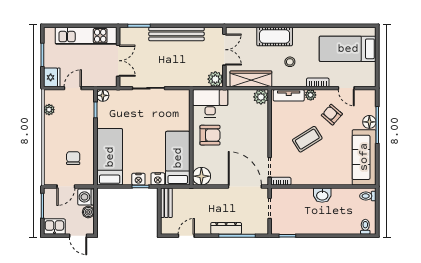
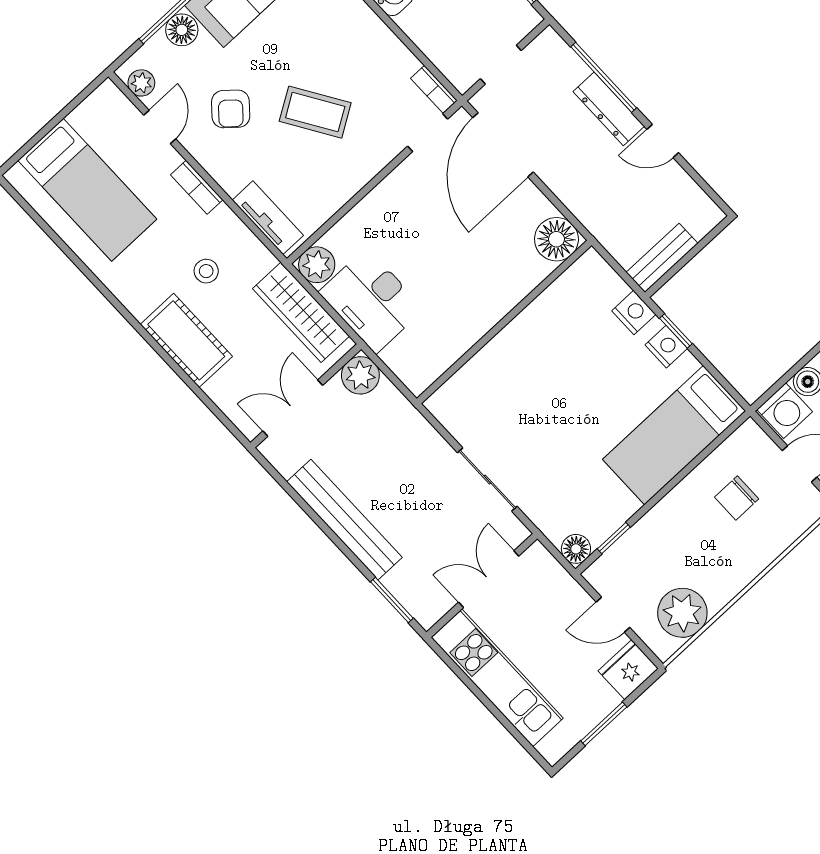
plant: (311, 95) -> (141, 83), moved
desk: (210, 103) -> (371, 301), moved
plant: (49, 110) -> (682, 613), width x1.87, depth x1.87
armchair: (210, 135) -> (469, 292), removed
bed: (178, 158) -> (564, 311), removed
door: (186, 236) -> (663, 141), moved

